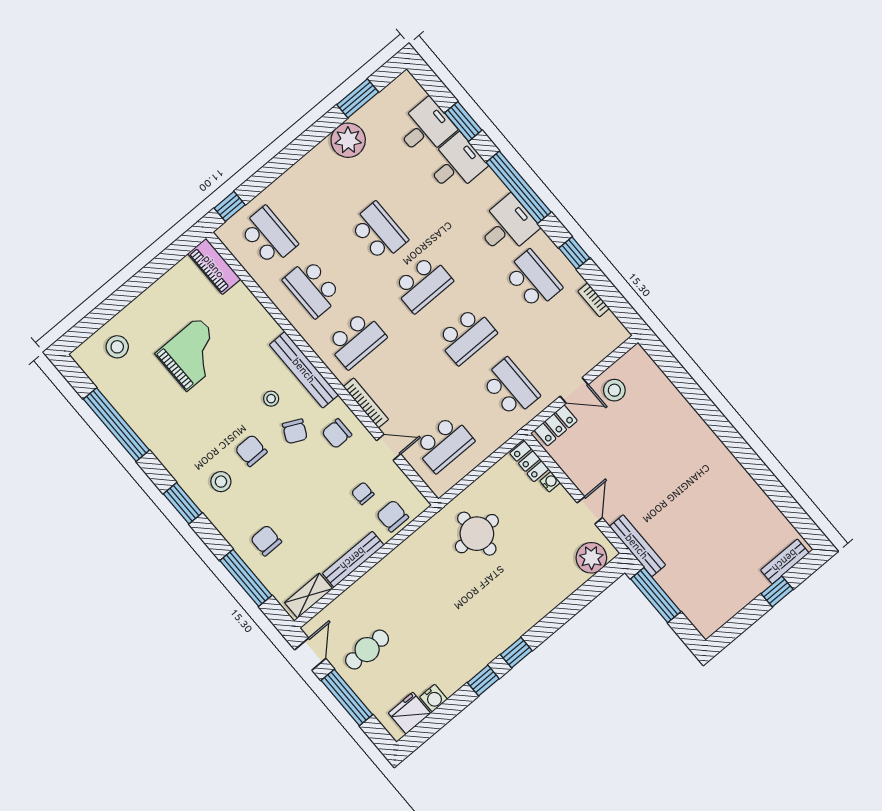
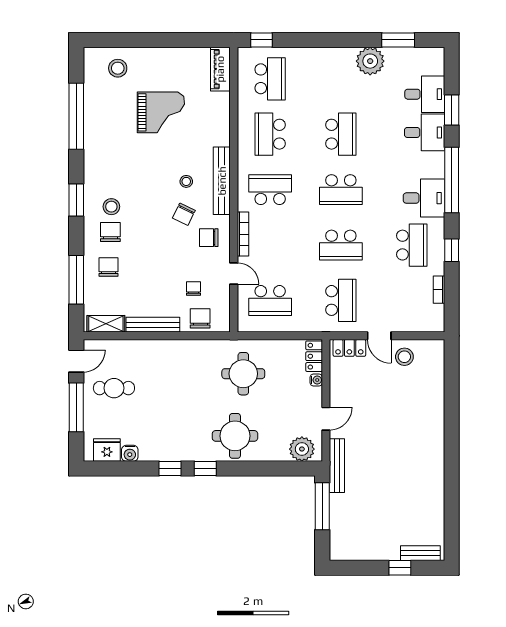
school desk: (356, 340) -> (270, 190), turned 180
chair: (251, 451) -> (110, 232), moved
round table: (518, 598) -> (235, 436), added

